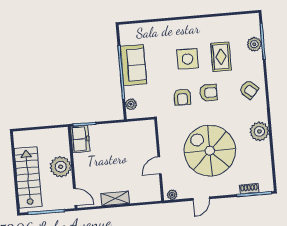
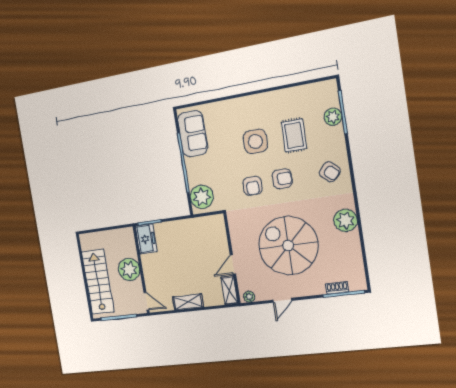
sofa: (133, 65) -> (193, 134), moved
plant: (131, 104) -> (202, 197), width x1.88, depth x1.88
shelving: (155, 189) -> (229, 290), added

